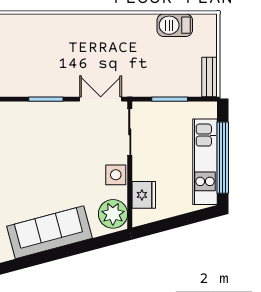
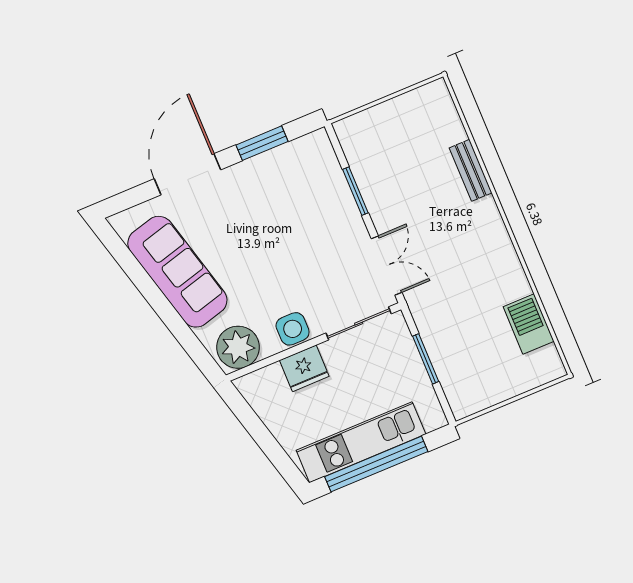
bench: (209, 77) -> (471, 170), moved, turned 90
fridge: (144, 195) -> (304, 368), moved

